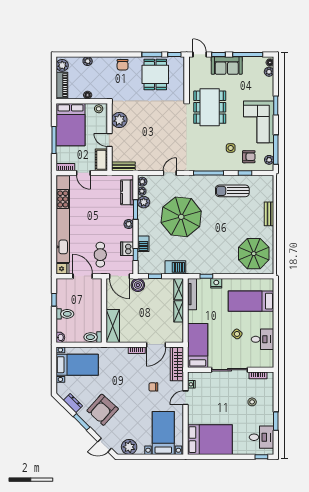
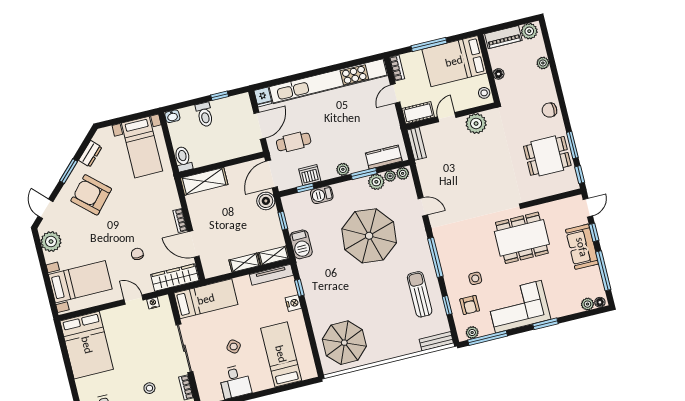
bench: (269, 214) -> (436, 341), moved

